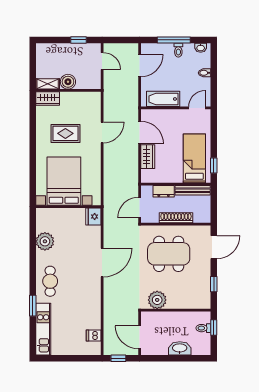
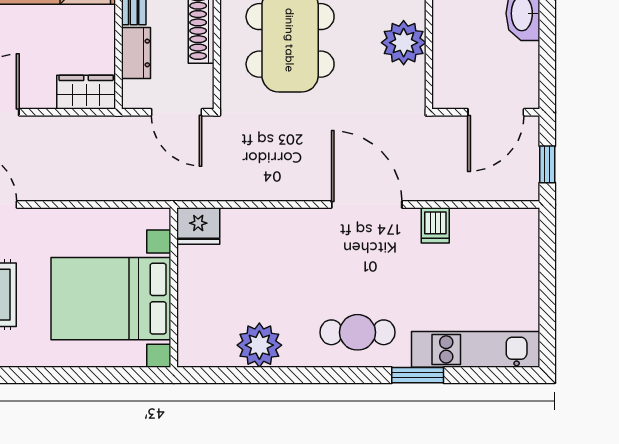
wardrobe: (148, 157) -> (86, 92), moved
door: (102, 263) -> (367, 205), moved
plant: (157, 300) -> (404, 43), moved
dishwasher: (94, 335) -> (435, 225), moved

